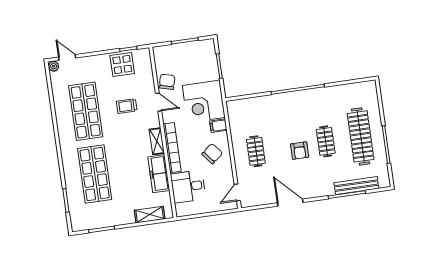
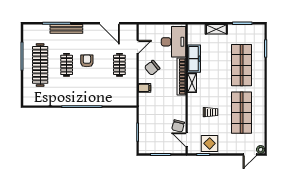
door: (67, 58) -> (250, 154), hinge flipped
corner desk: (204, 101) -> (153, 107), removed
door: (159, 102) -> (187, 140), moved
desk: (188, 186) -> (173, 42), width x1.37
bench: (356, 186) -> (66, 29), moved
door: (237, 192) -> (138, 47), moved
door: (290, 203) -> (110, 23), moved
shelving: (150, 215) -> (216, 29), moved

